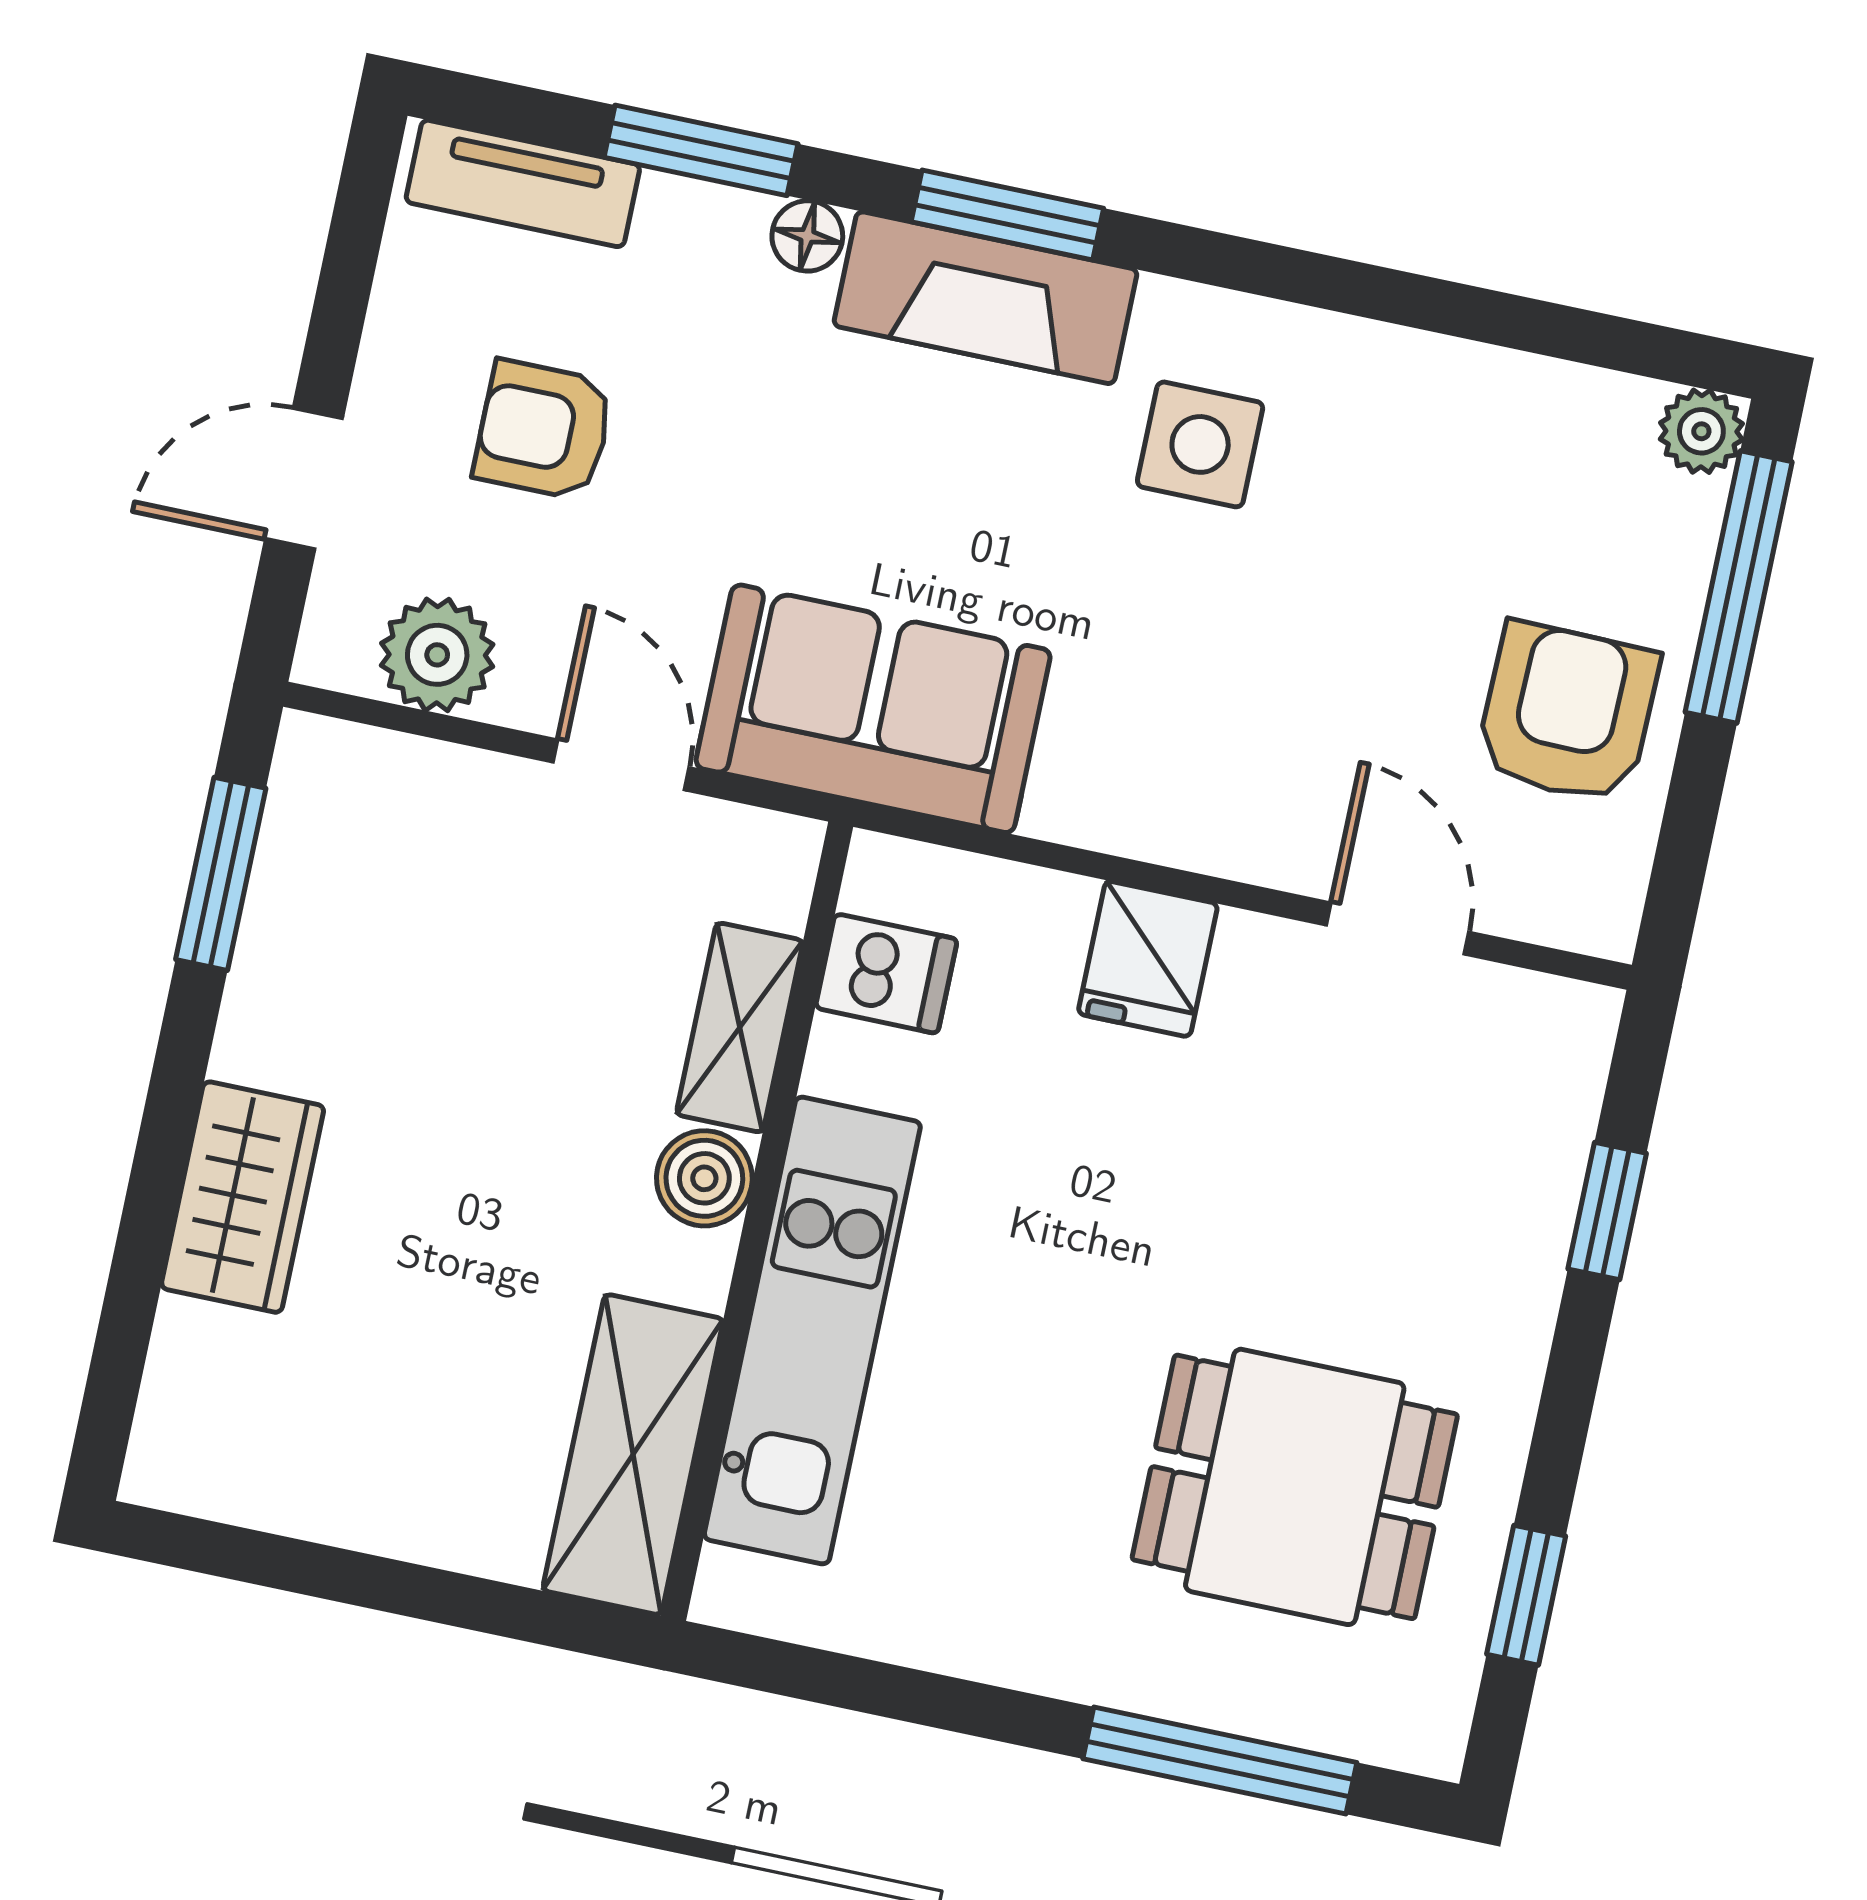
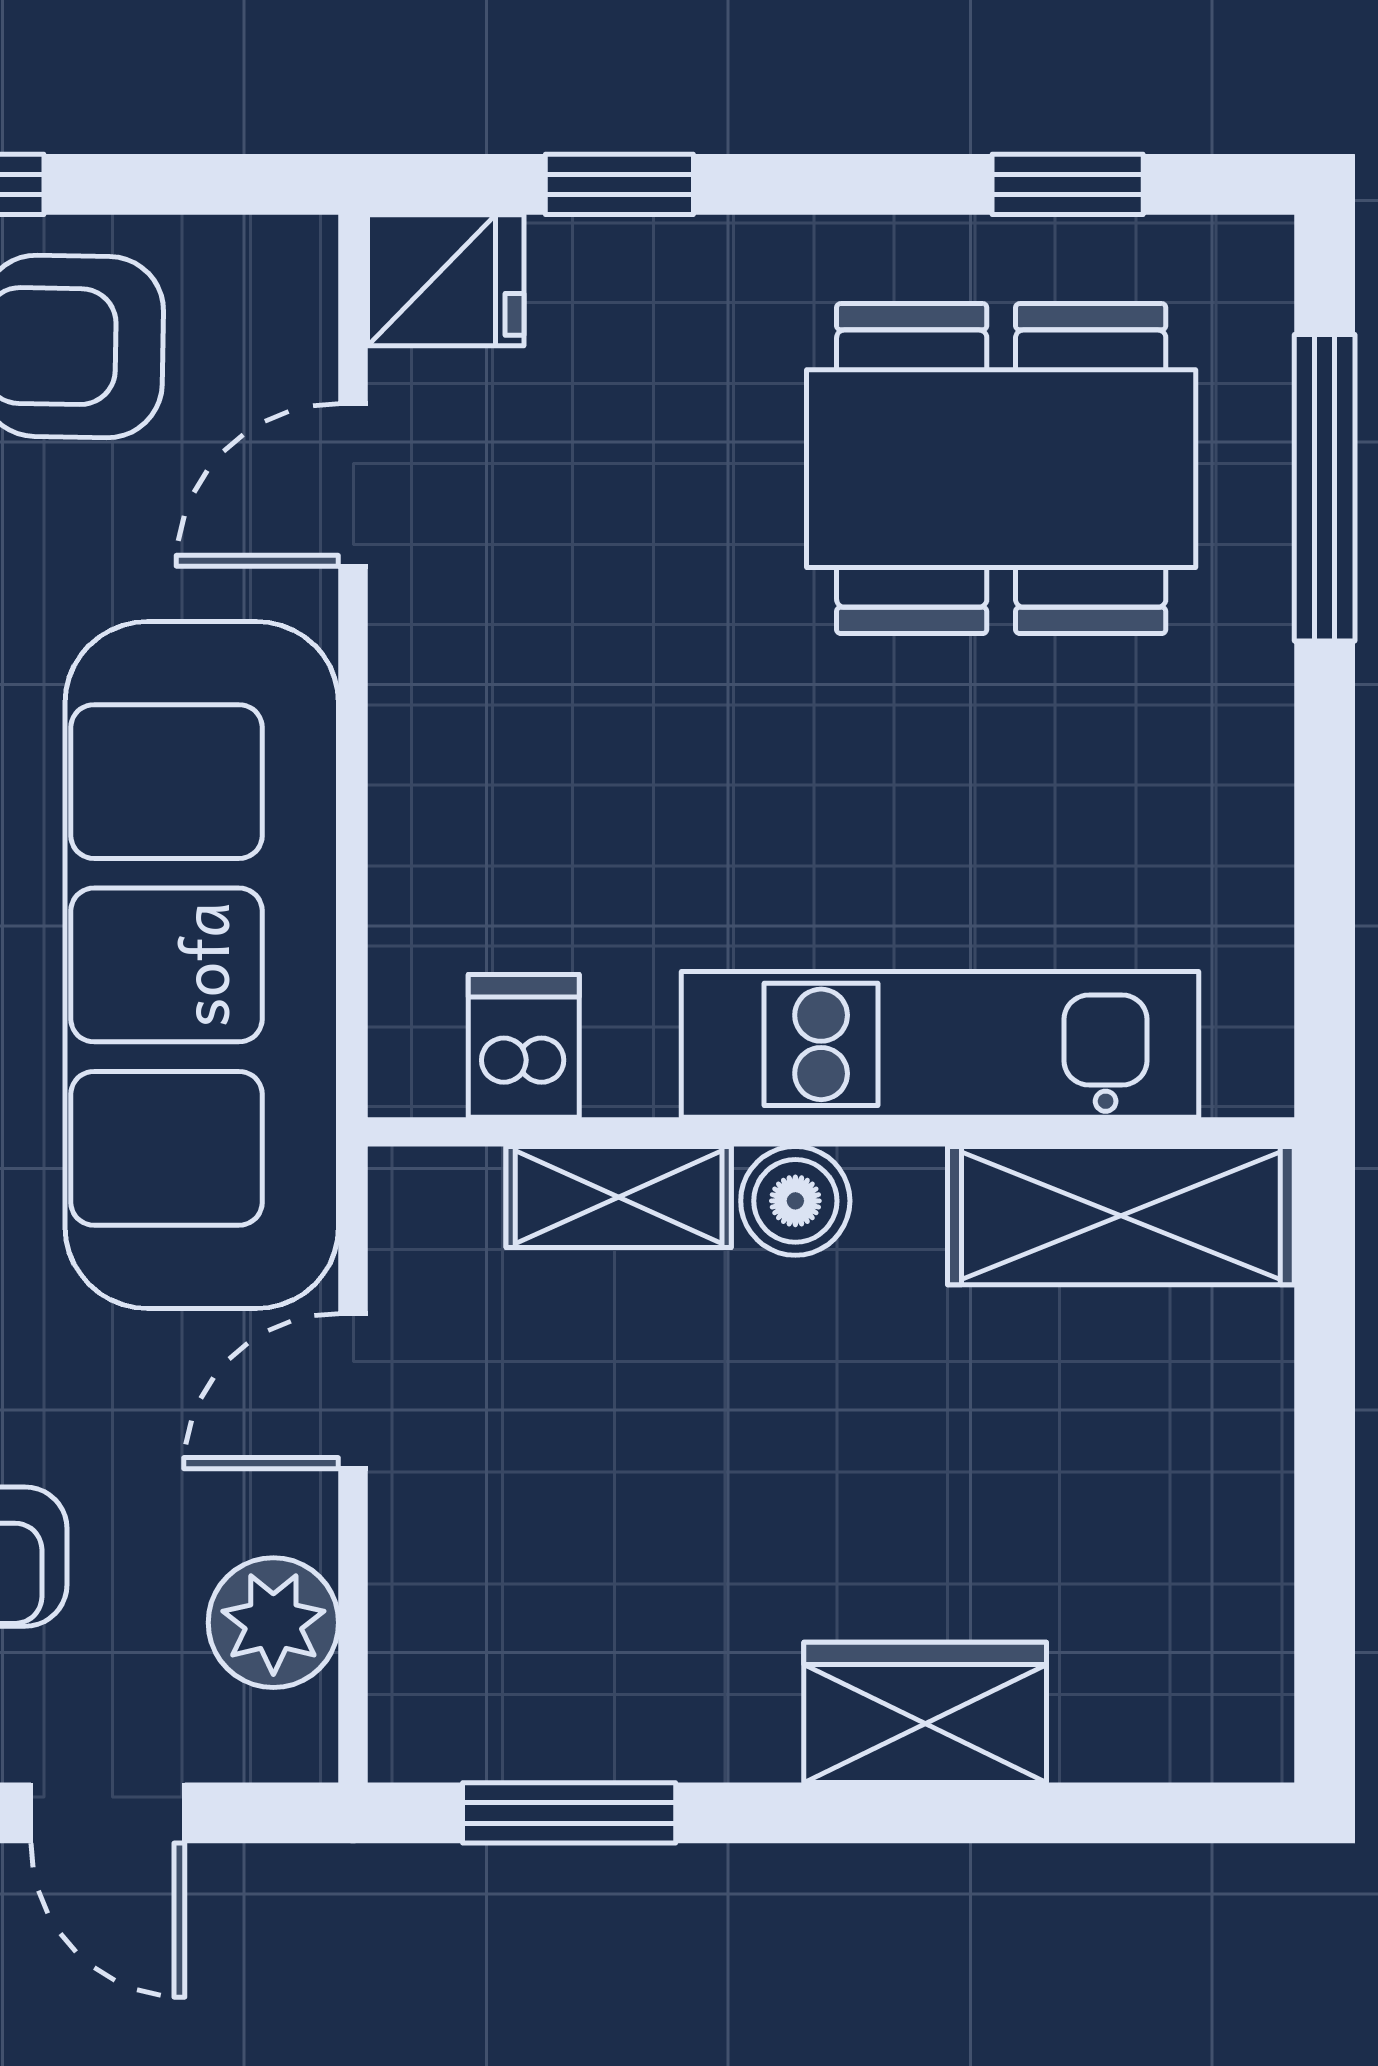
sofa: (873, 709) -> (202, 965), width x1.85, depth x1.27
fridge: (1148, 959) -> (446, 280), moved
dining table: (1295, 1487) -> (1001, 469), width x1.38

